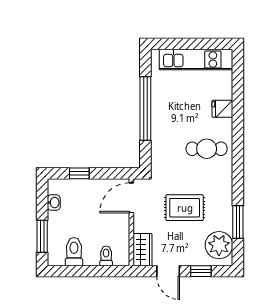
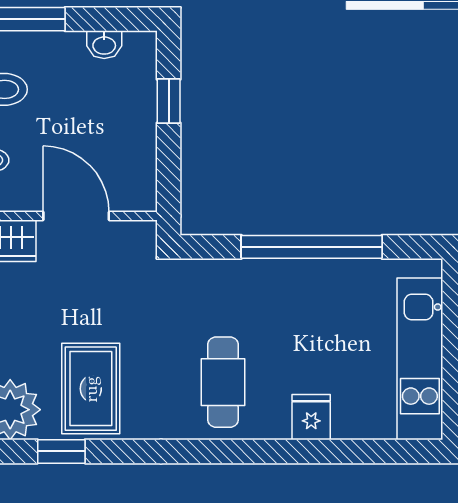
door: (131, 198) -> (76, 216), moved
rug: (185, 208) -> (91, 389), moved
window: (238, 222) -> (61, 451), width x0.67

